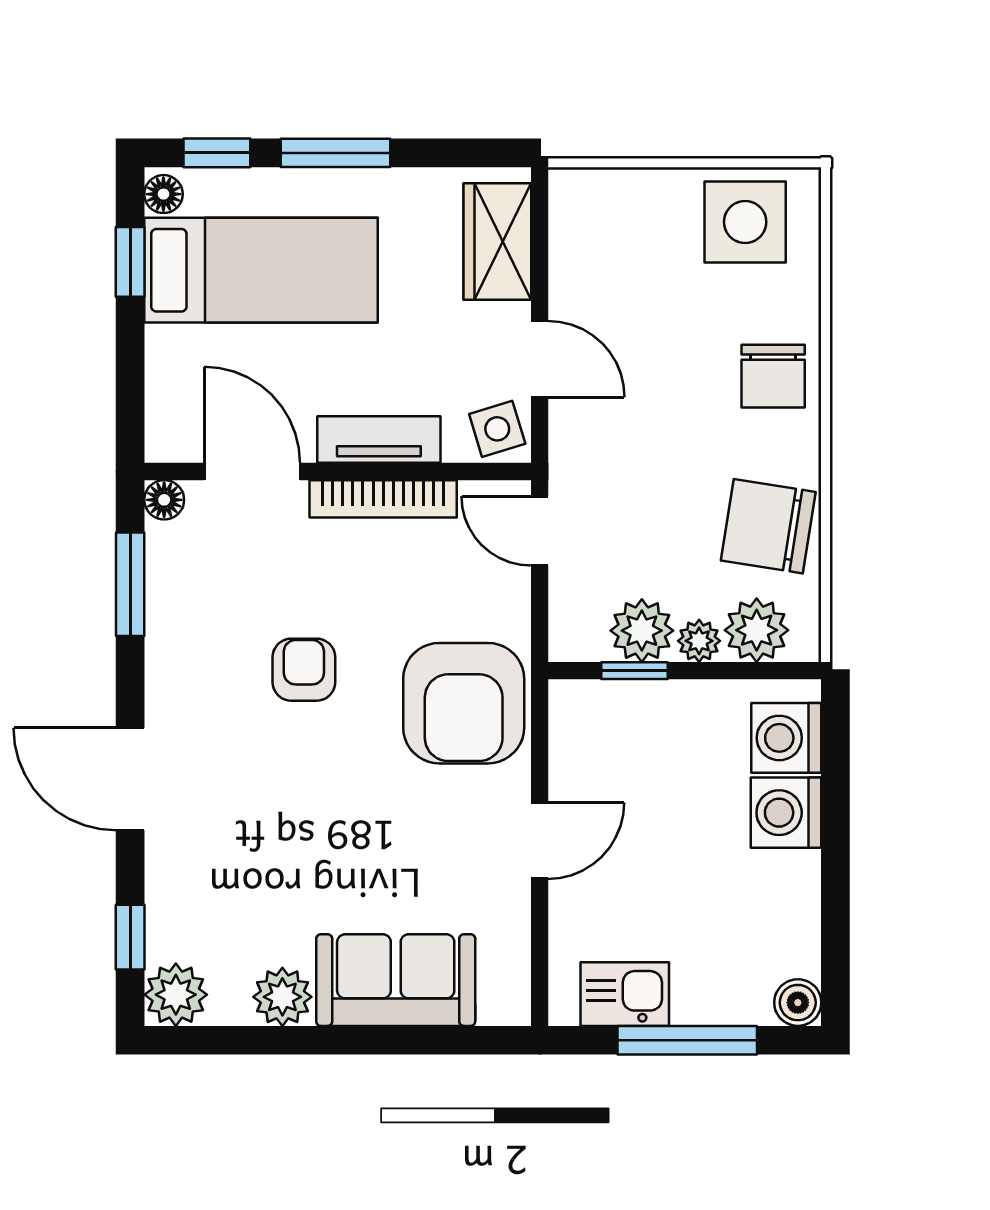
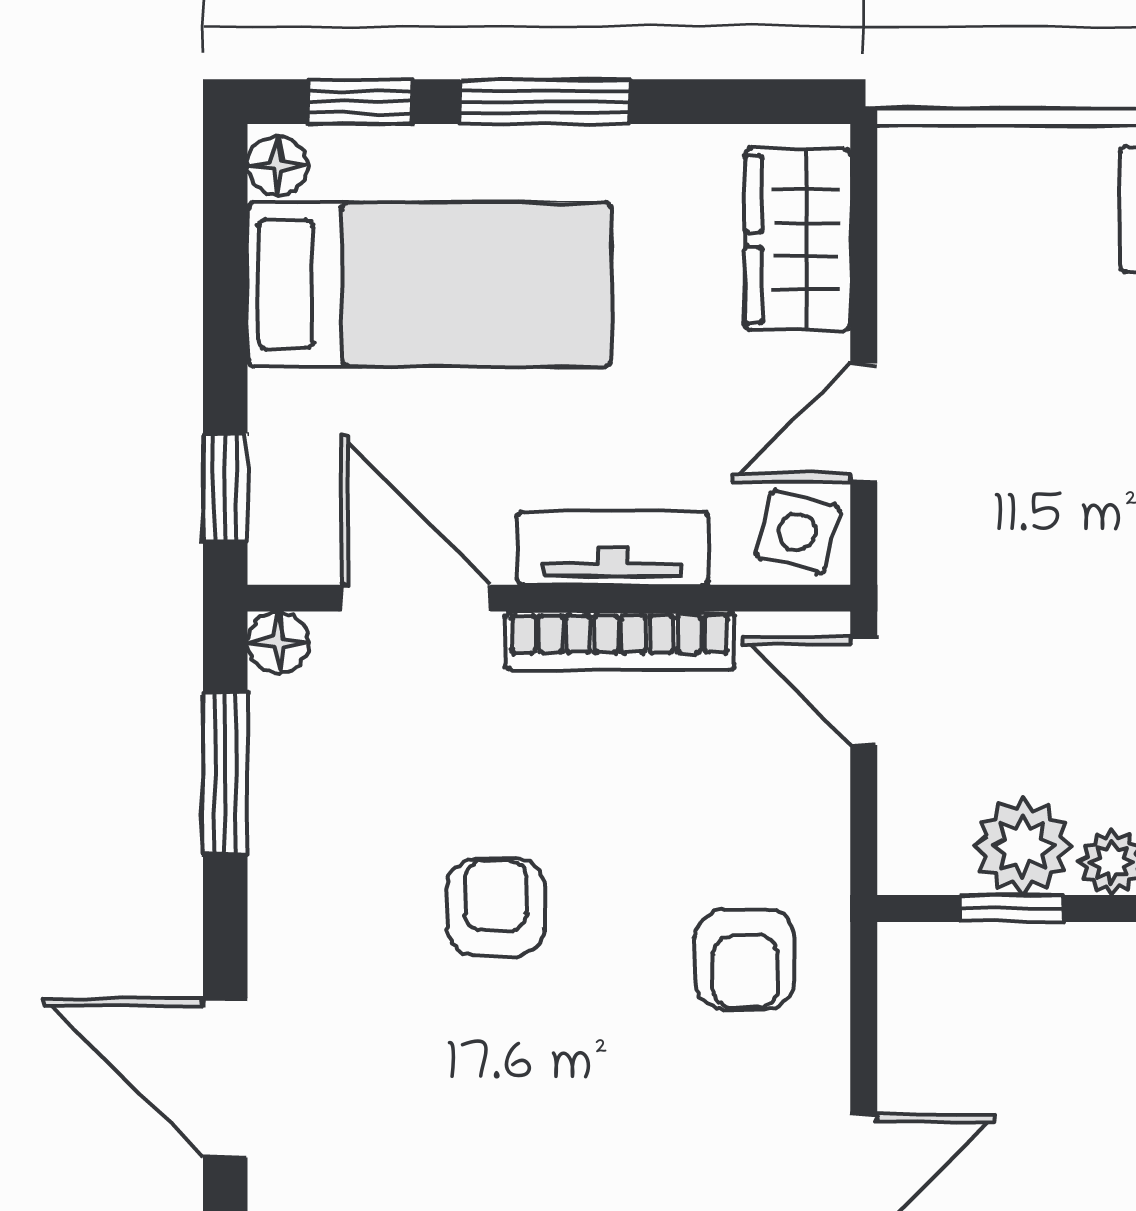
window: (130, 262) -> (225, 488), moved
door: (540, 359) -> (864, 423), swing flipped
side table: (497, 429) -> (797, 532), turned 31
armchair: (464, 703) -> (745, 959), width x0.53, depth x0.53

